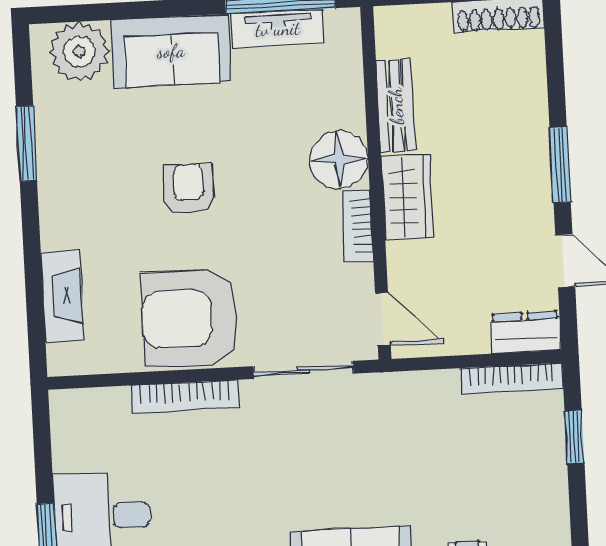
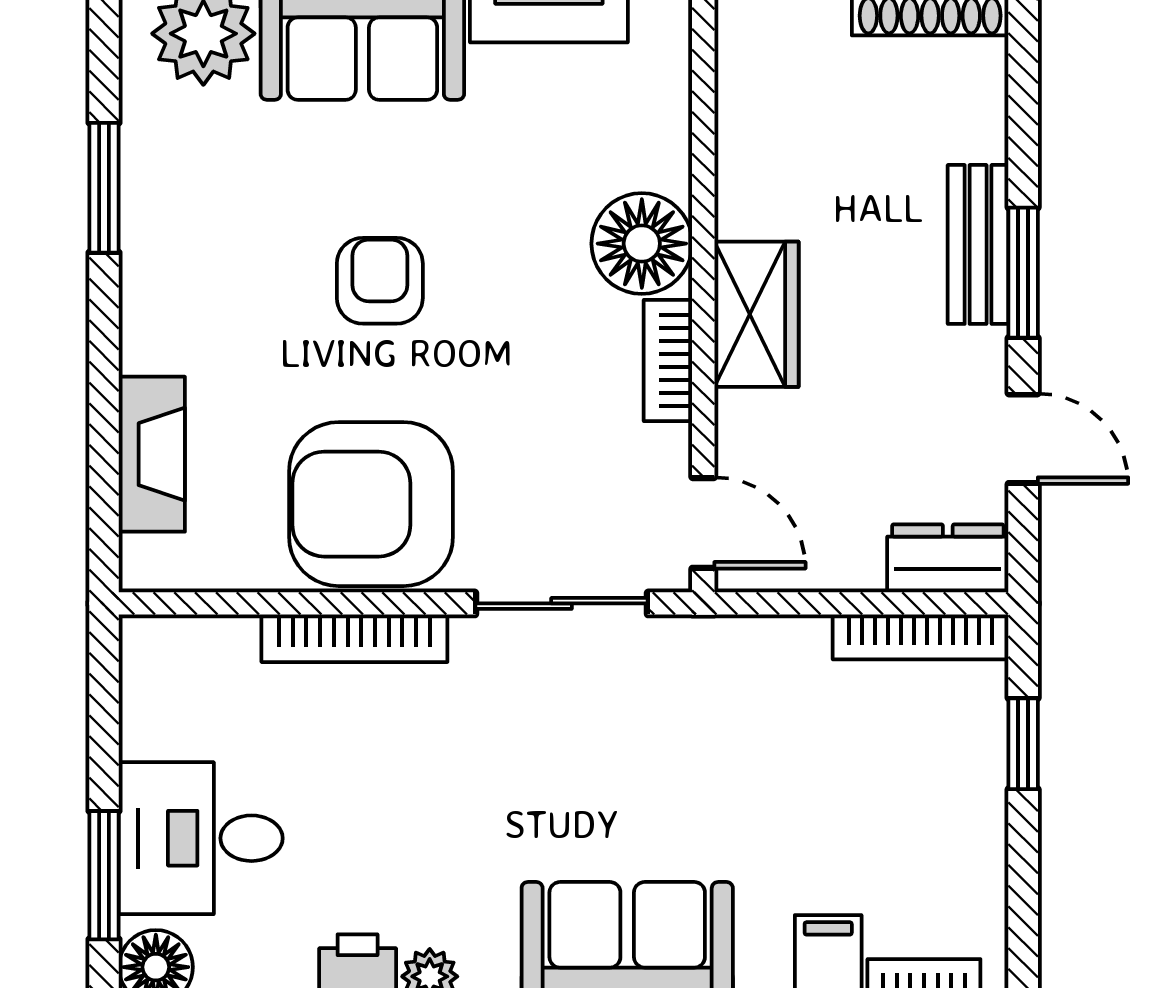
bench: (396, 106) -> (978, 244), moved

